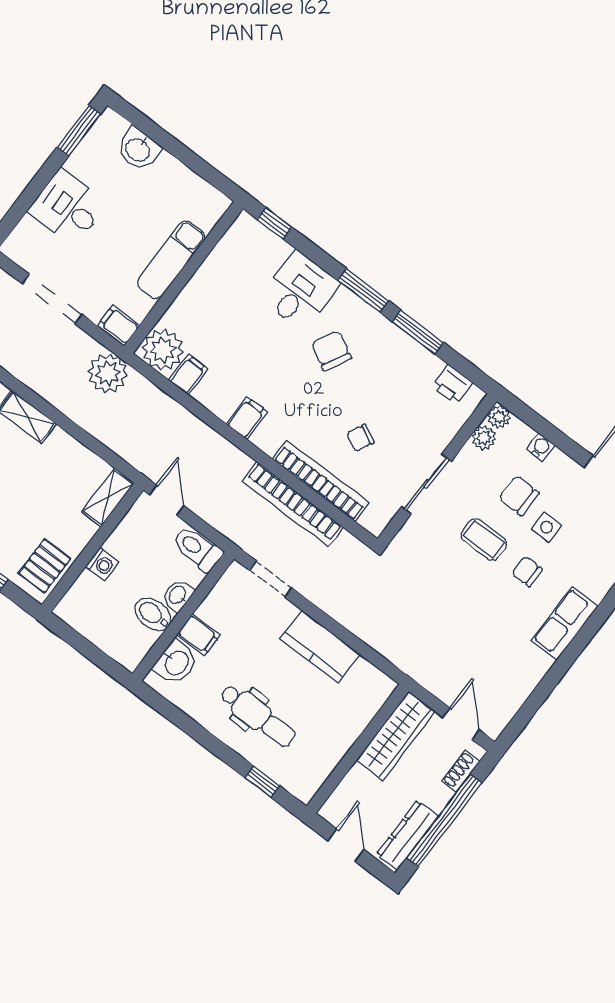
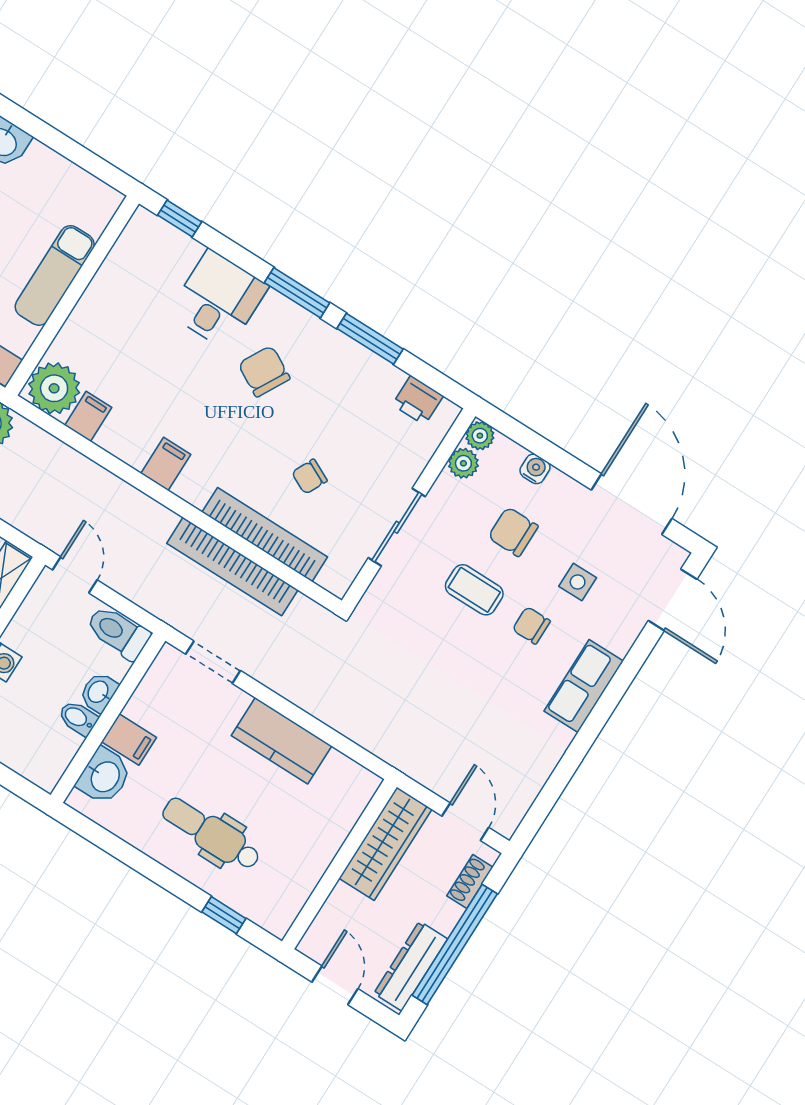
side table: (547, 527) -> (578, 582), moved
bidet: (153, 614) -> (78, 718), width x0.72, depth x0.74
dental chair: (258, 716) -> (211, 834), turned 180

